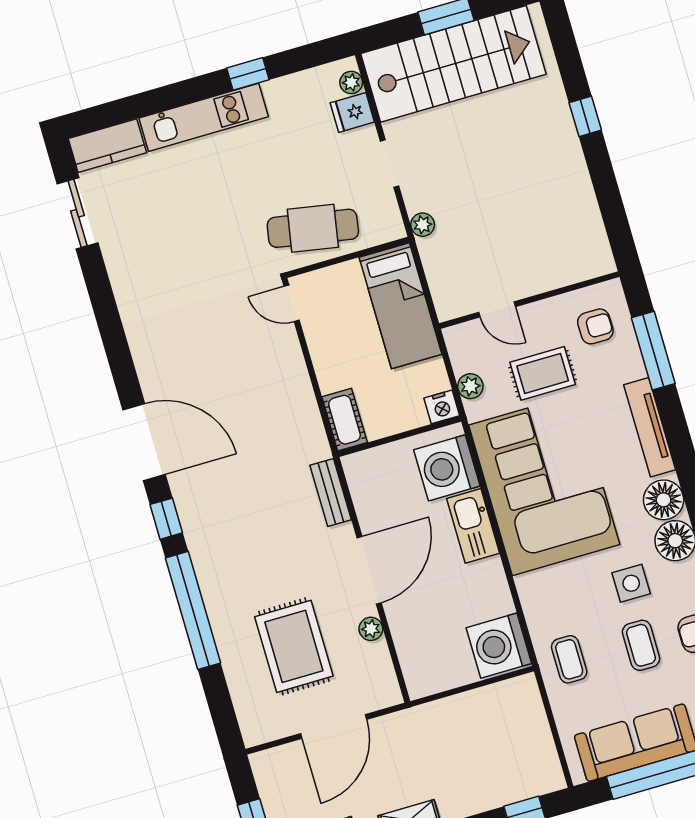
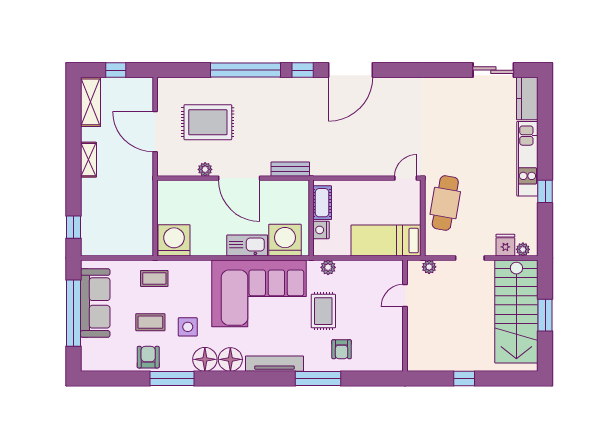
wall: (529, 300) -> (405, 316), moved
door: (497, 309) -> (405, 295), moved
nightstand: (442, 407) -> (321, 230), moved
cot: (345, 420) -> (322, 203), moved, turned 90

